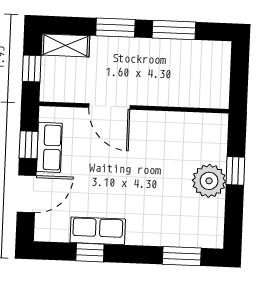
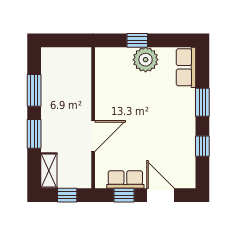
row of seats: (98, 231) -> (186, 67), moved
window: (182, 256) -> (202, 102), moved

